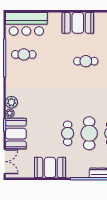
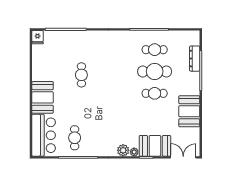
booth: (78, 23) -> (43, 97), moved

